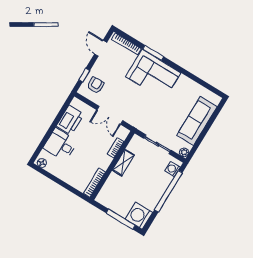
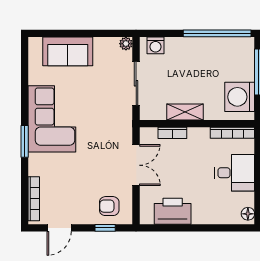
window: (153, 53) -> (25, 141), moved
corner sofa: (153, 75) -> (52, 119), moved
sofa: (197, 121) -> (68, 51), width x0.73
desk: (60, 145) -> (235, 173), moved, turned -90
window: (168, 191) -> (217, 33), moved
washing machine: (139, 216) -> (240, 97), moved, turned 90

